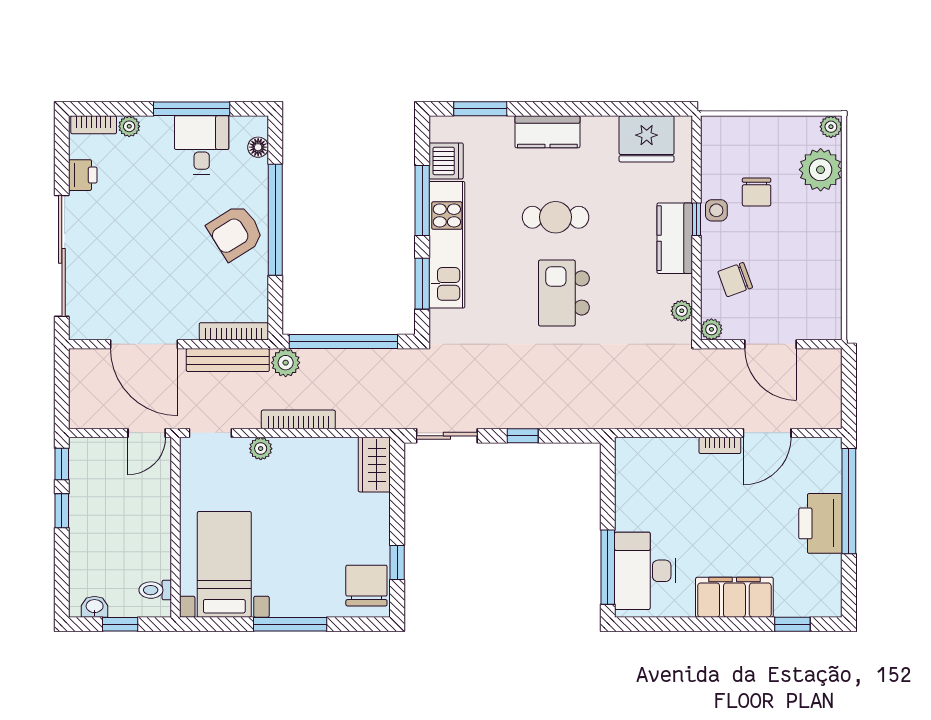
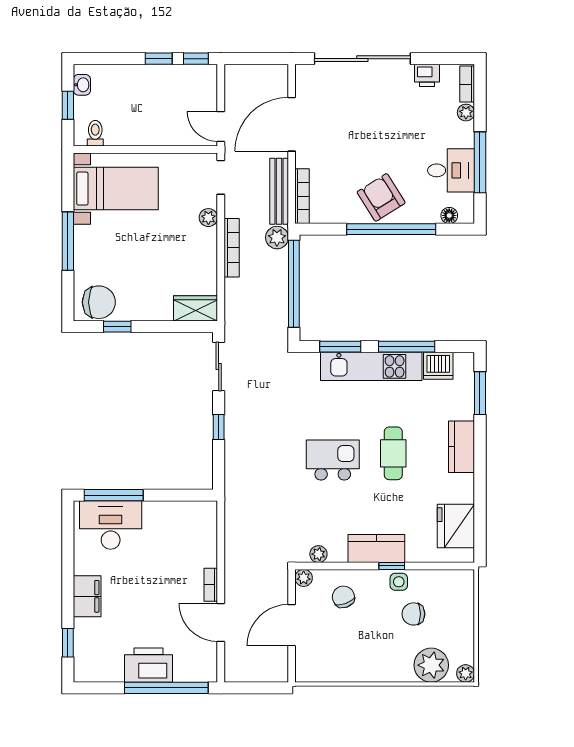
filing cabinet: (734, 597) -> (87, 596), width x0.67, depth x0.86

